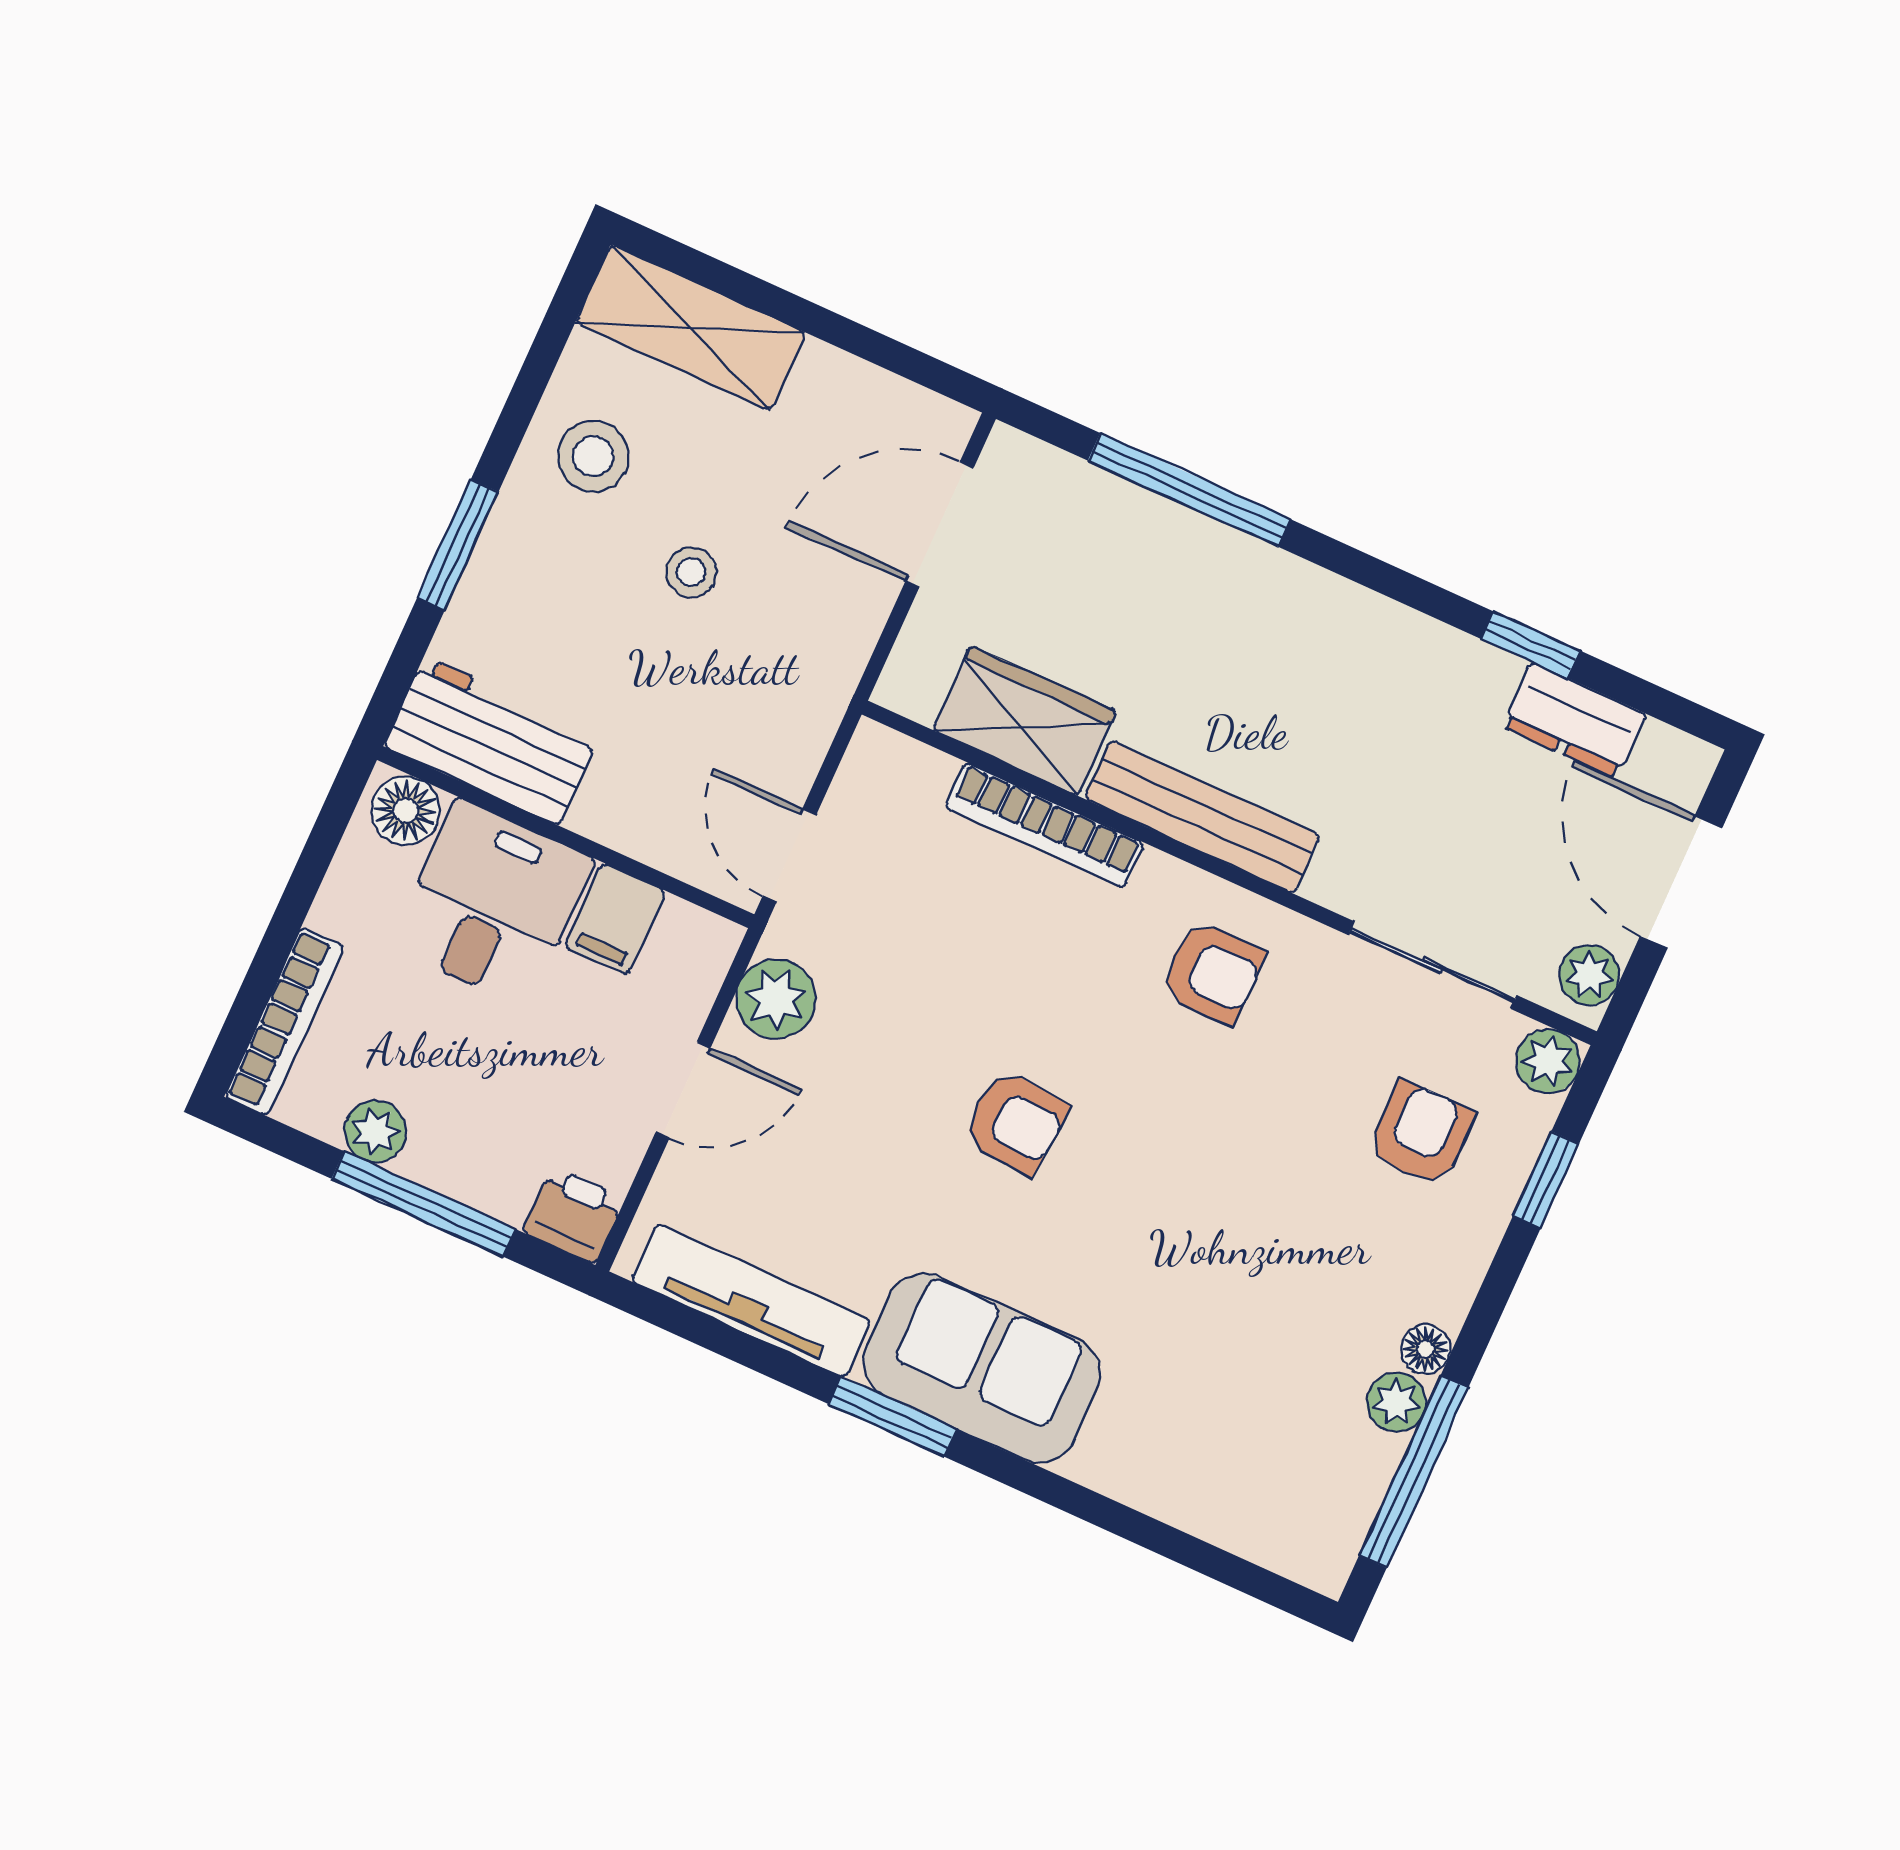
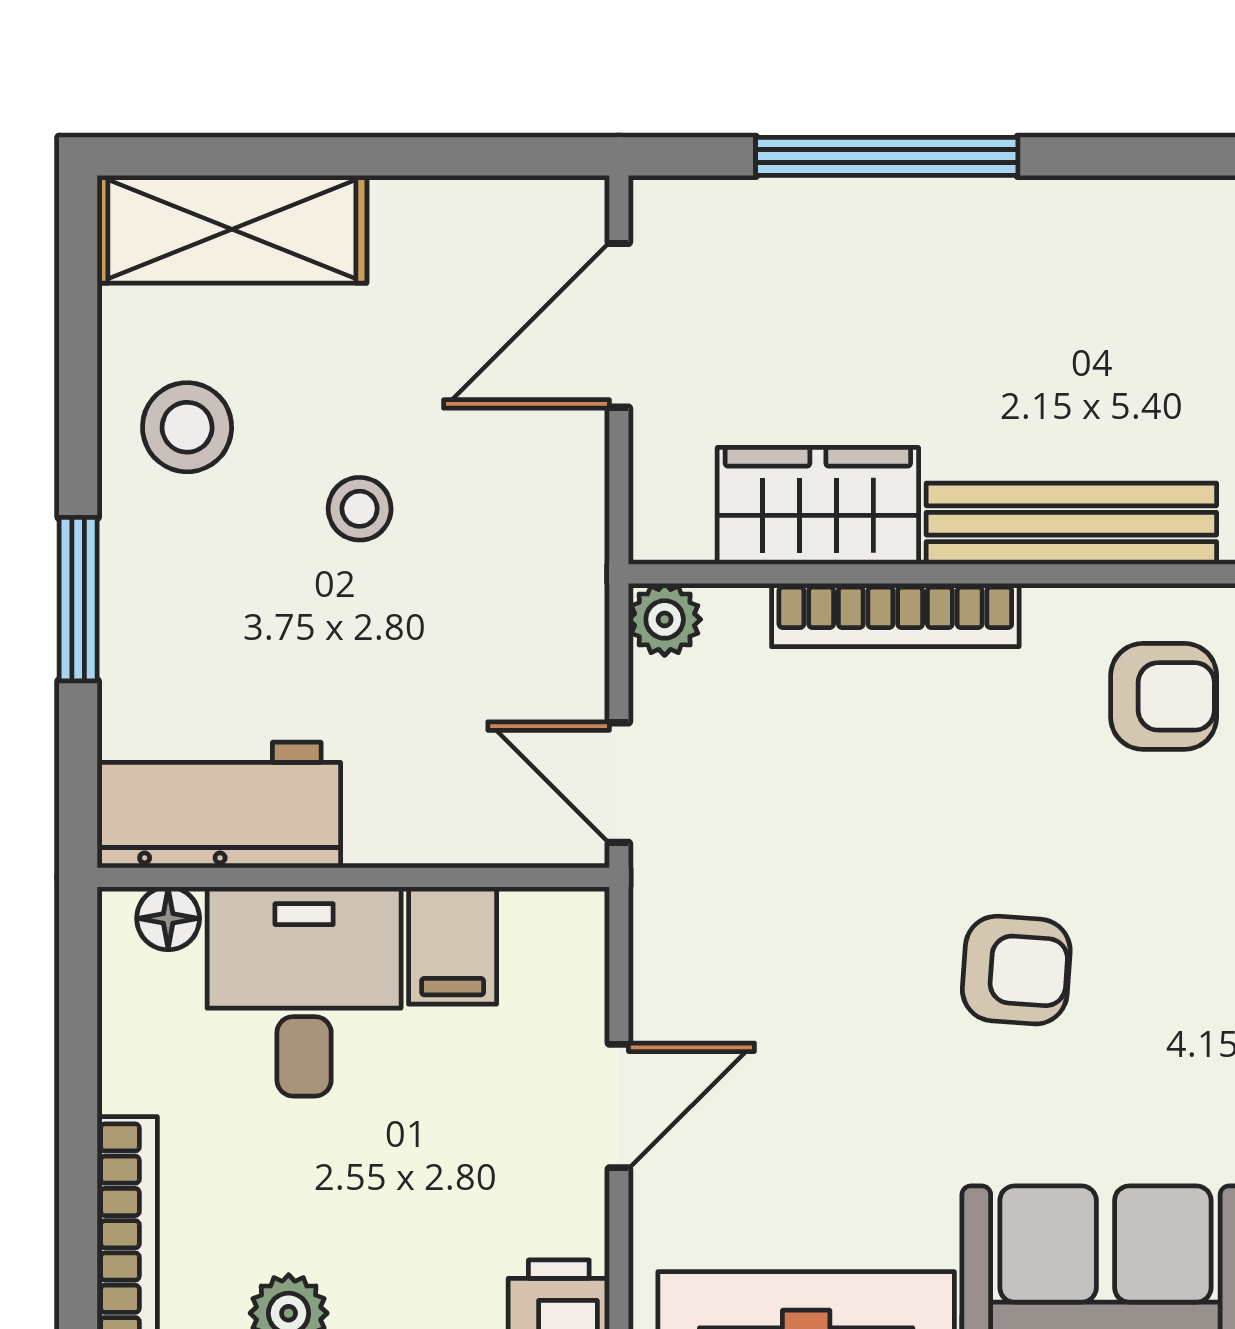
floor lamp: (406, 811) -> (168, 918), width x0.73, depth x0.73
plant: (776, 999) -> (665, 619), moved, width x0.73, depth x0.73

